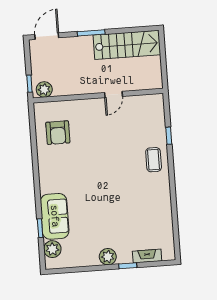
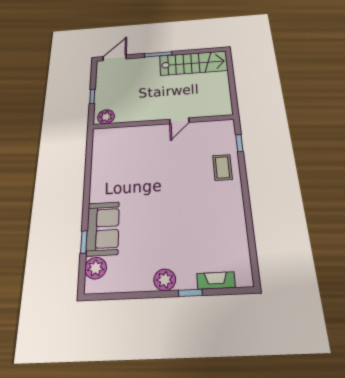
plant: (44, 89) -> (106, 117), moved
door: (114, 95) -> (179, 121), moved
wall: (98, 96) -> (163, 122), moved
armchair: (58, 133) -> (116, 140), removed

